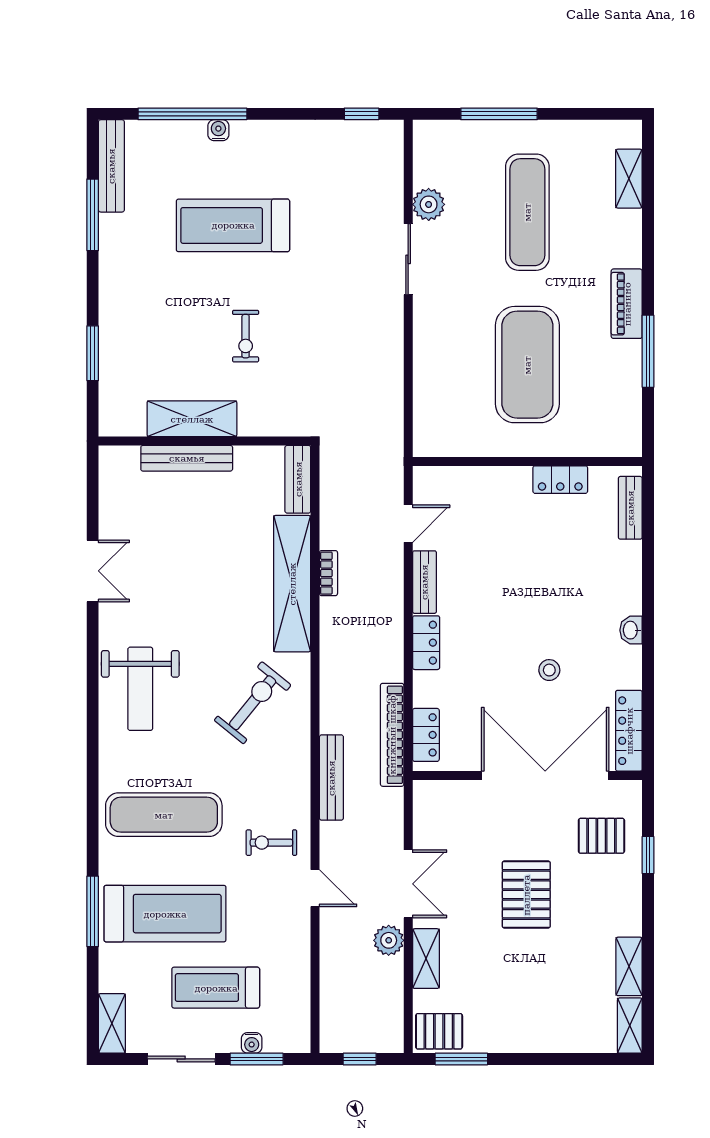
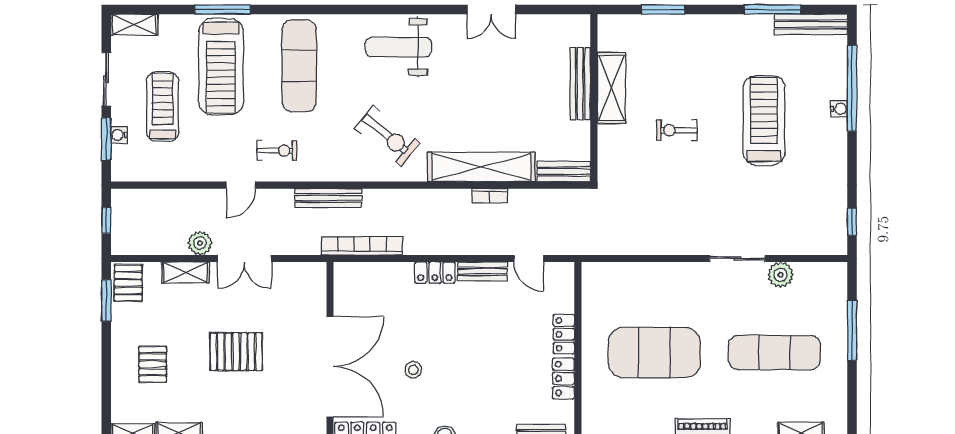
locker: (426, 735) -> (564, 334), moved, turned 90
pallet: (601, 836) -> (153, 364), moved
exercise bike: (271, 843) -> (277, 151), turned 90

